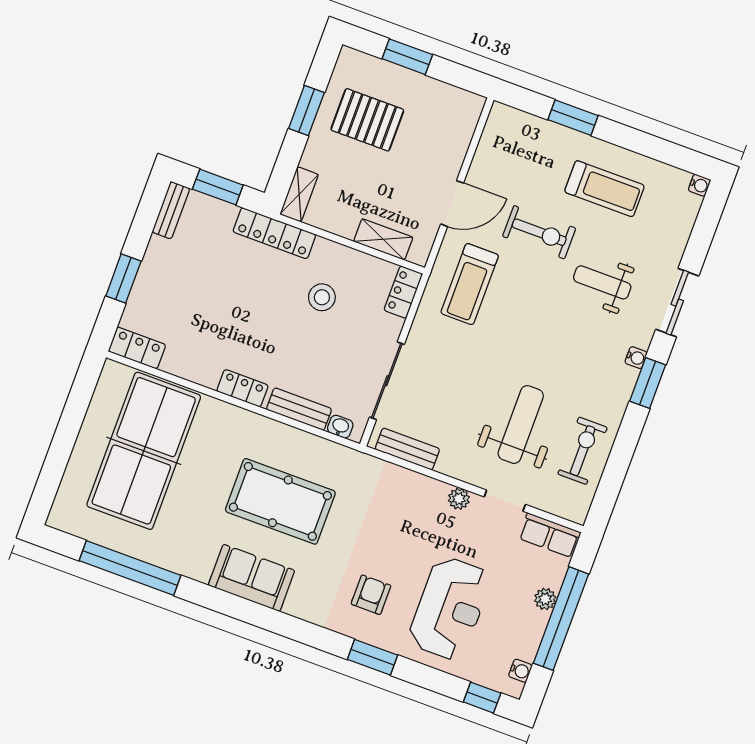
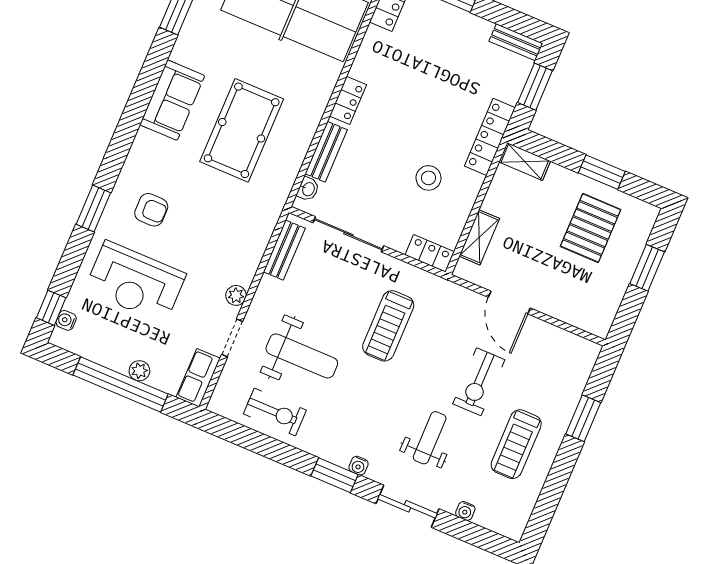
water cooler: (699, 185) -> (465, 511), moved
treadmill: (470, 284) -> (388, 326), moved, turned -90
water cooler: (520, 671) -> (66, 320), moved, turned 90

